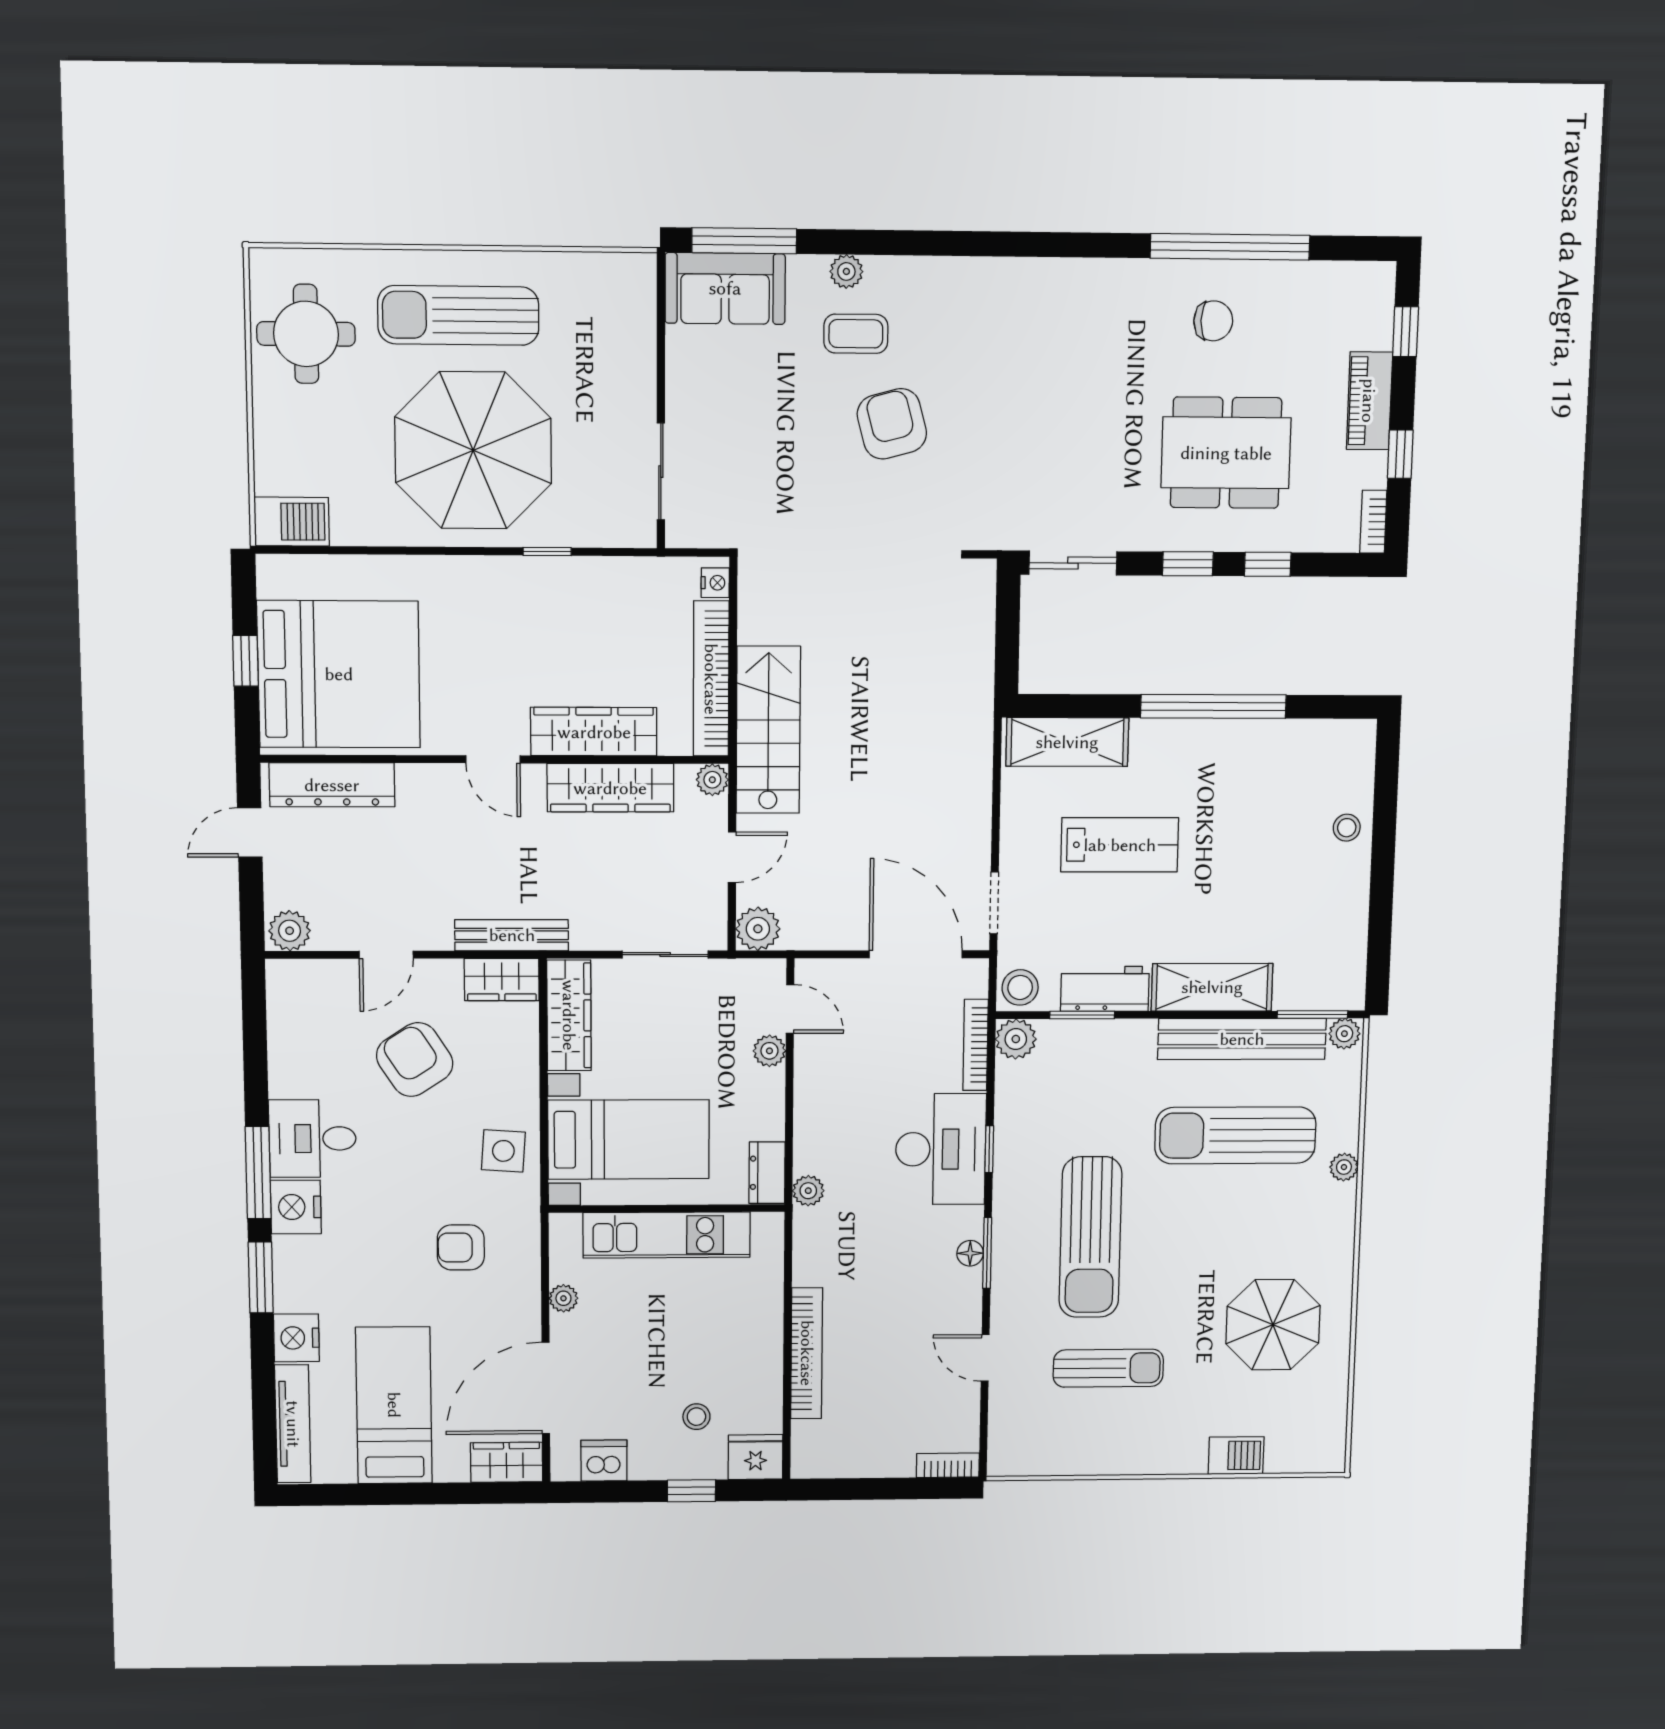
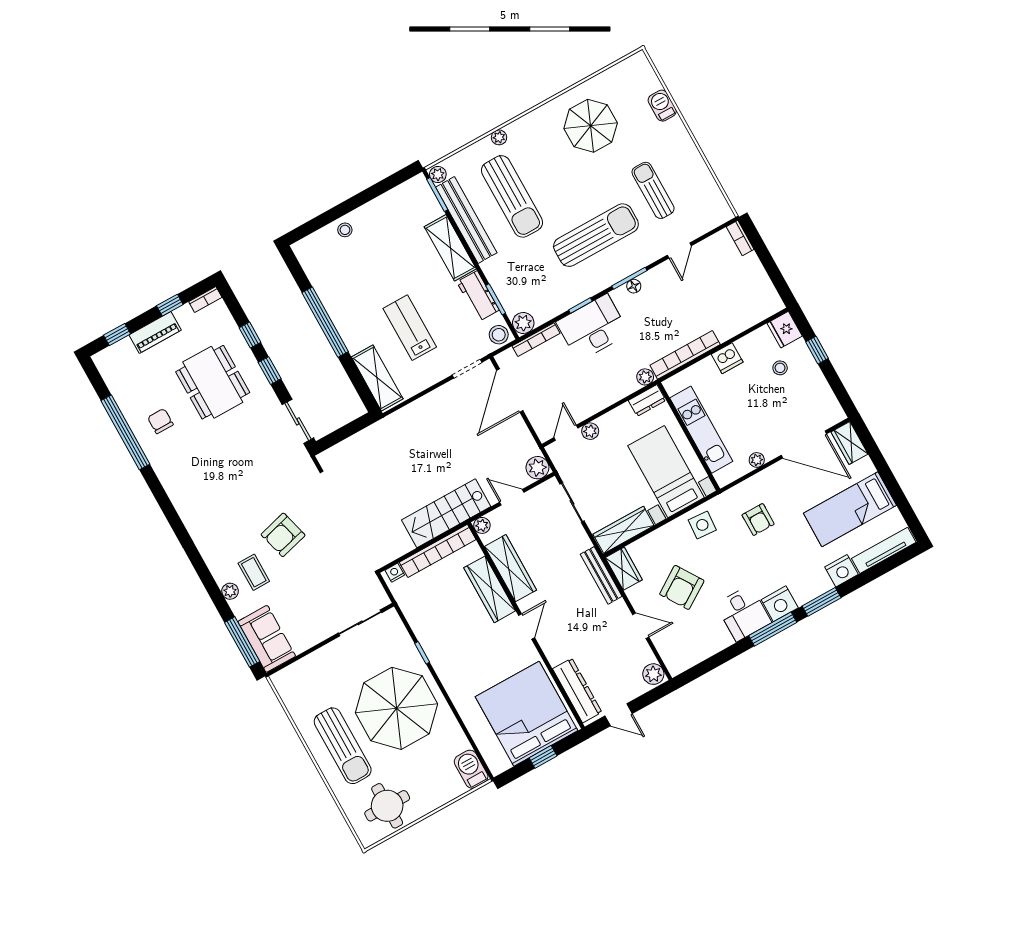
bookcase: (807, 1353) -> (685, 355), moved
dishwasher: (604, 1461) -> (727, 358), moved, turned -90

